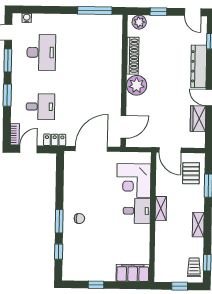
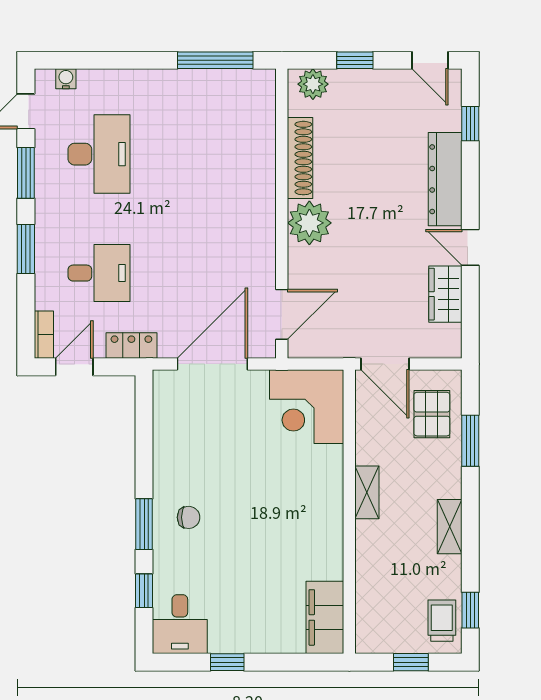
corner desk: (134, 180) -> (307, 407), moved
desk: (137, 211) -> (180, 624), moved, turned 90
filing cabinet: (133, 273) -> (325, 617), moved, turned -90

